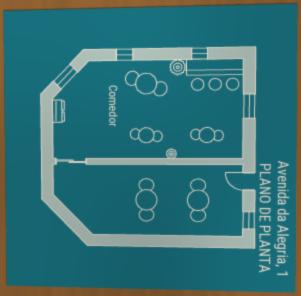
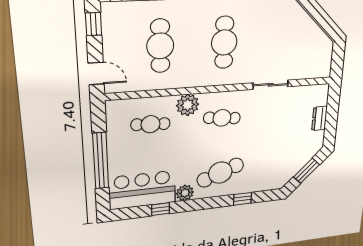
cafe table: (146, 84) -> (220, 173), turned -42
window: (249, 106) -> (101, 161), width x2.11
dresser: (58, 111) -> (319, 118), moved
plant: (171, 154) -> (188, 105), width x1.88, depth x1.88
sliding door: (71, 161) -> (271, 85), moved

